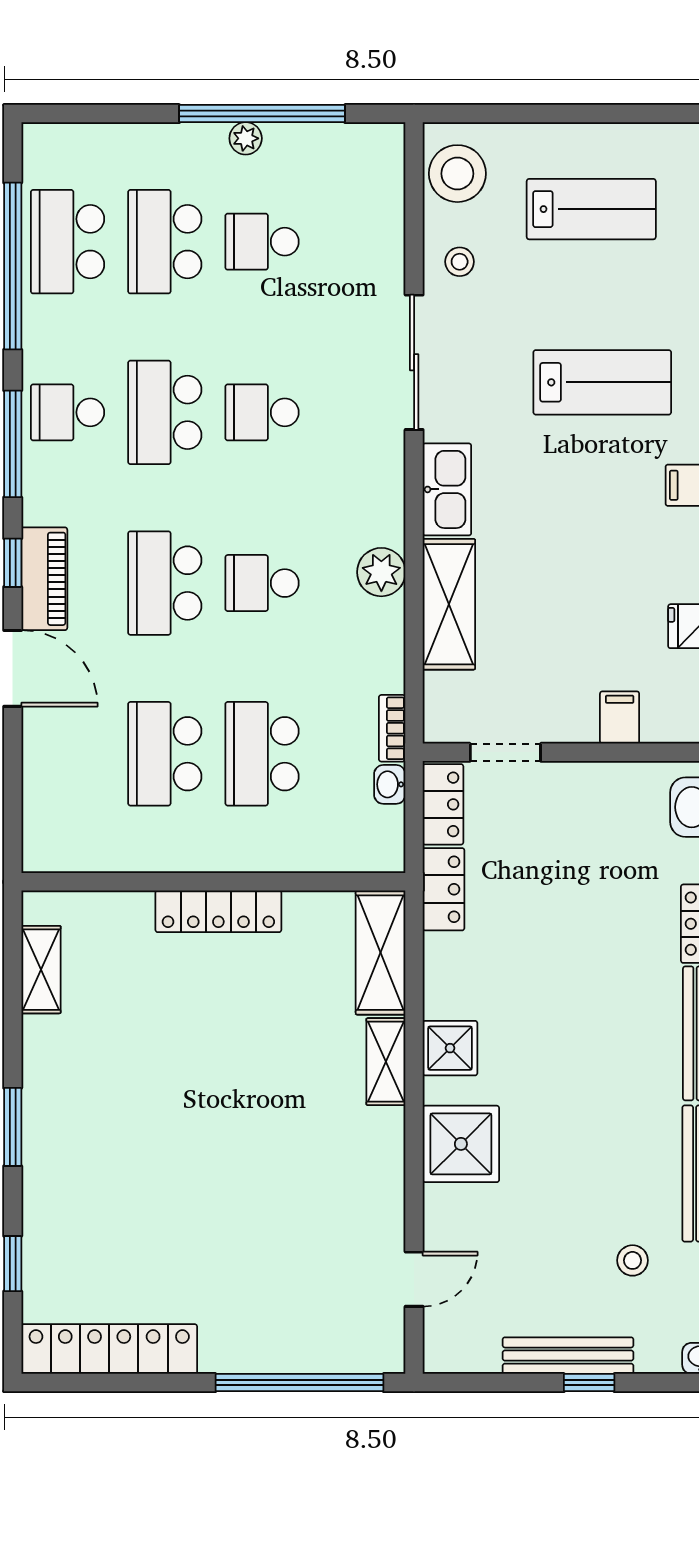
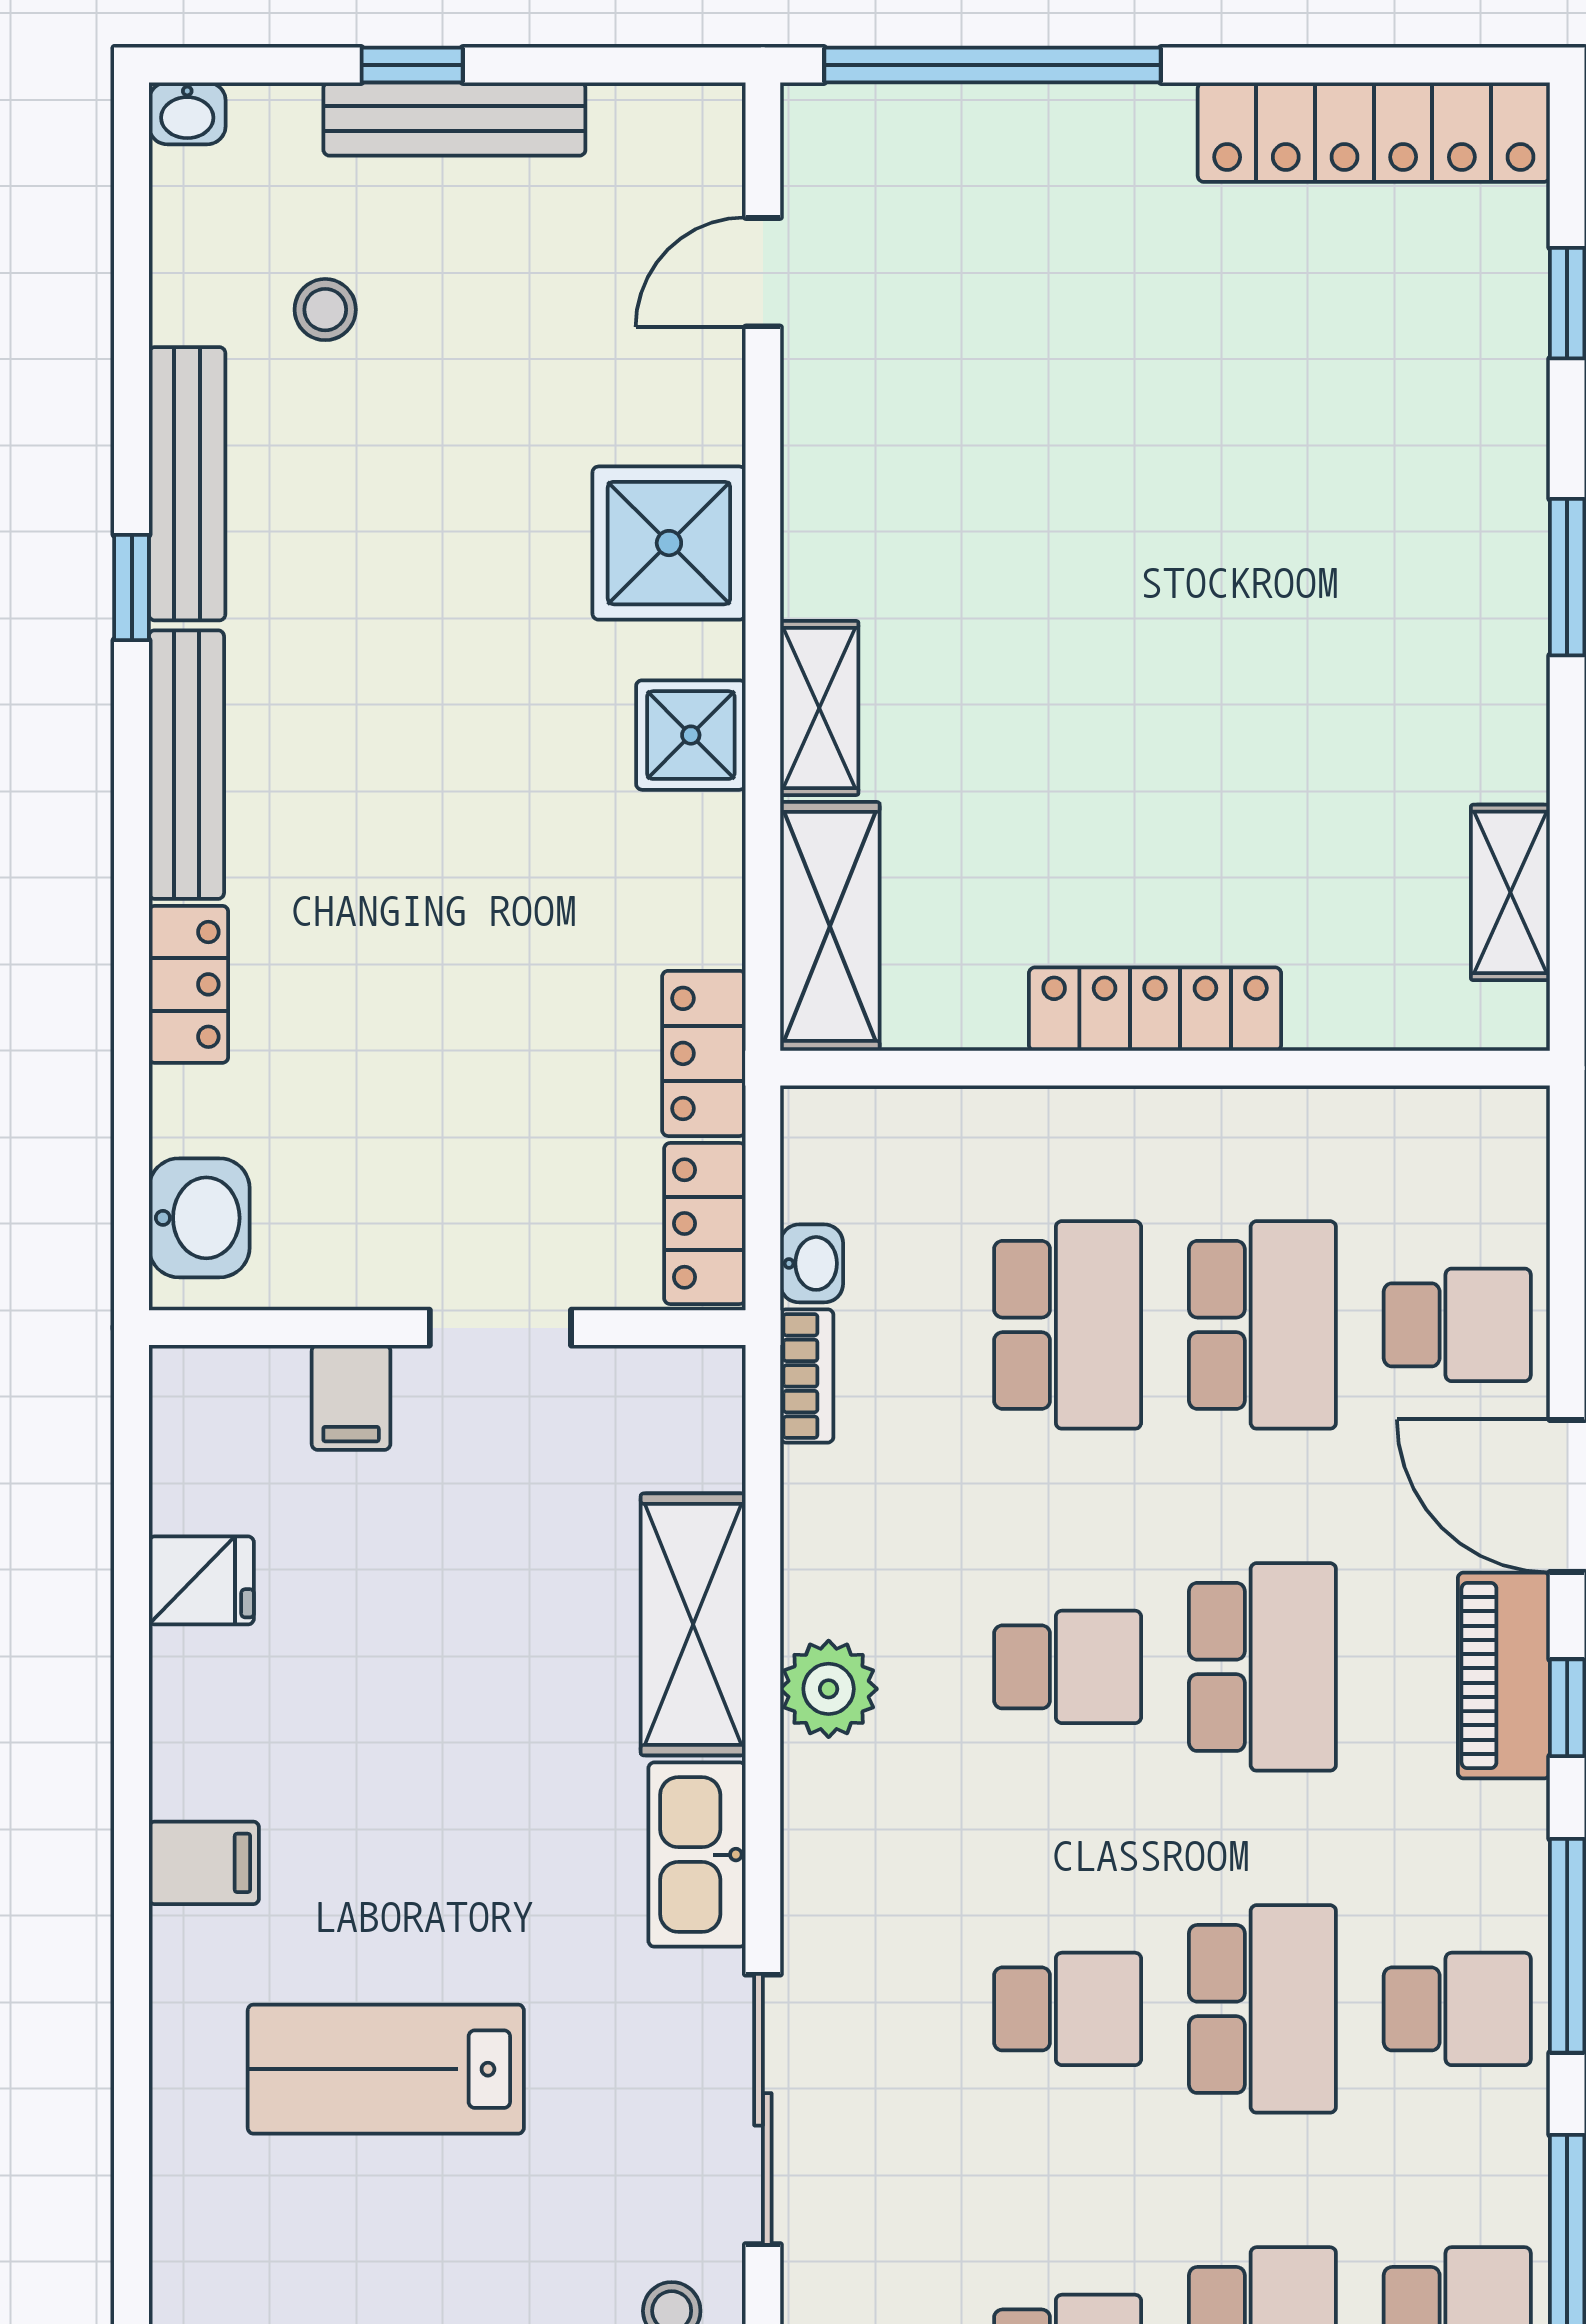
doorway: (505, 752) -> (500, 1328), moved
school desk: (68, 754) -> (1457, 1325), added

